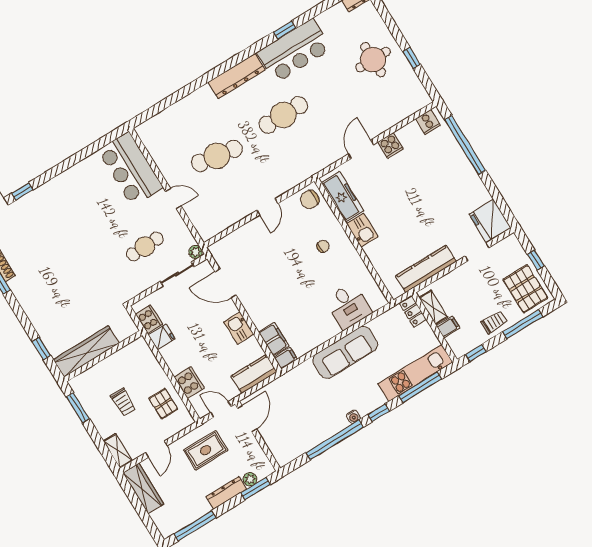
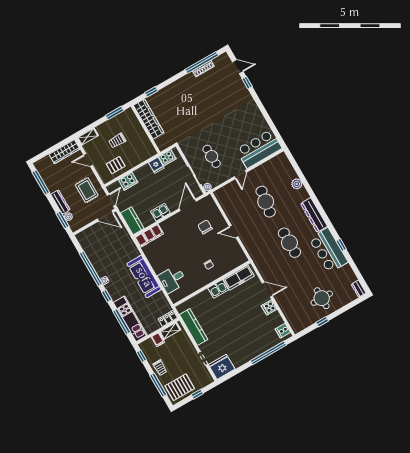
plant: (186, 105) -> (297, 184), added
chair: (310, 200) -> (205, 227), moved

